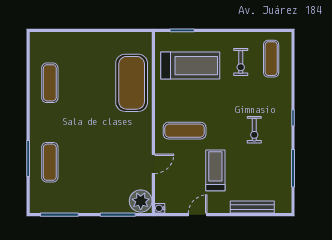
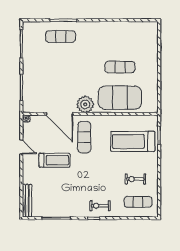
treadmill: (190, 66) -> (133, 141), turned 90
exercise mat: (50, 83) -> (120, 67), moved
exercise bike: (254, 130) -> (100, 206), moved
door: (153, 164) -> (59, 114), width x1.88
plant: (141, 201) -> (85, 104), moved
bench: (252, 207) -> (27, 201), moved

